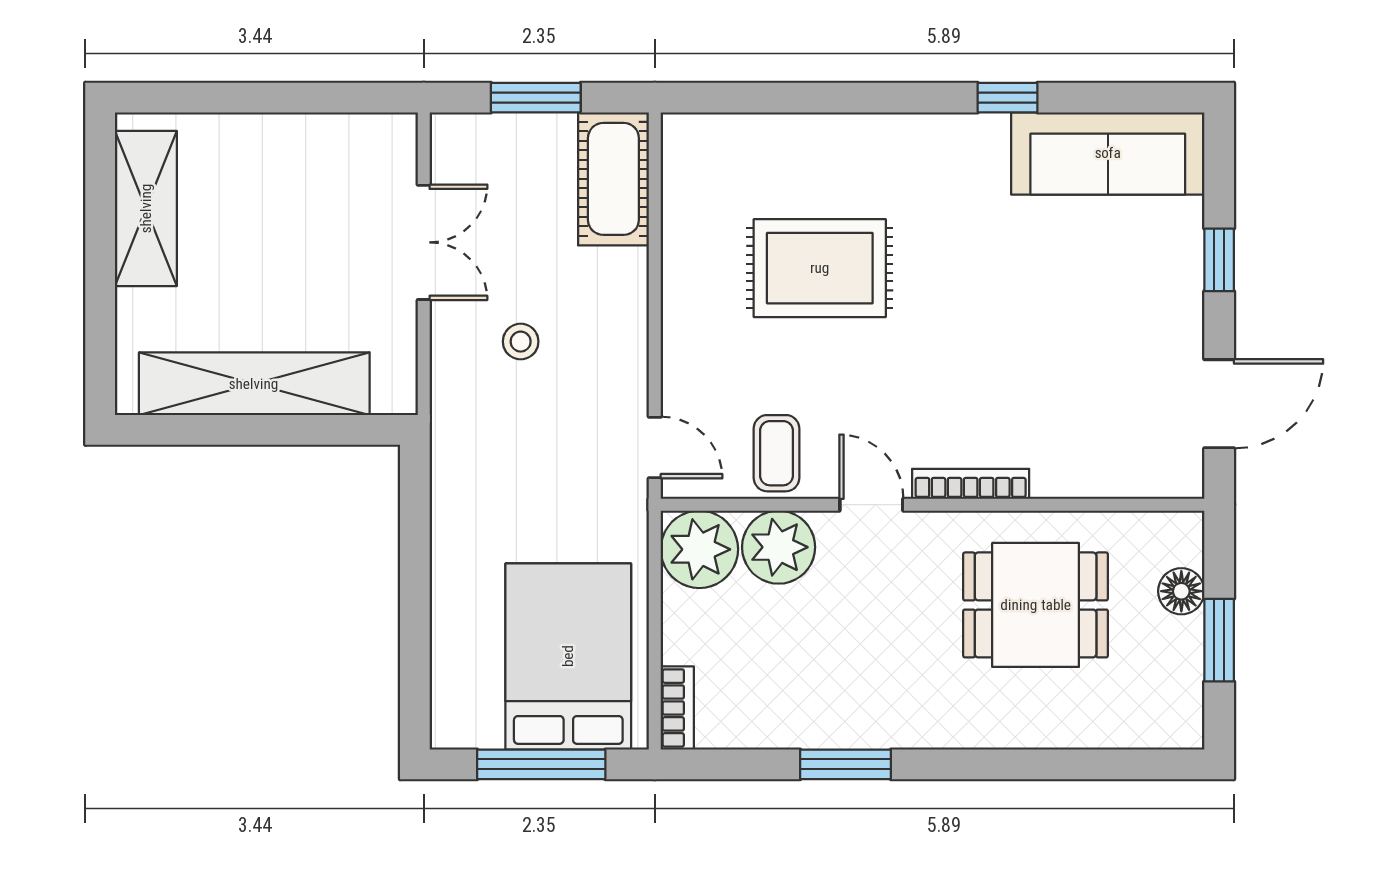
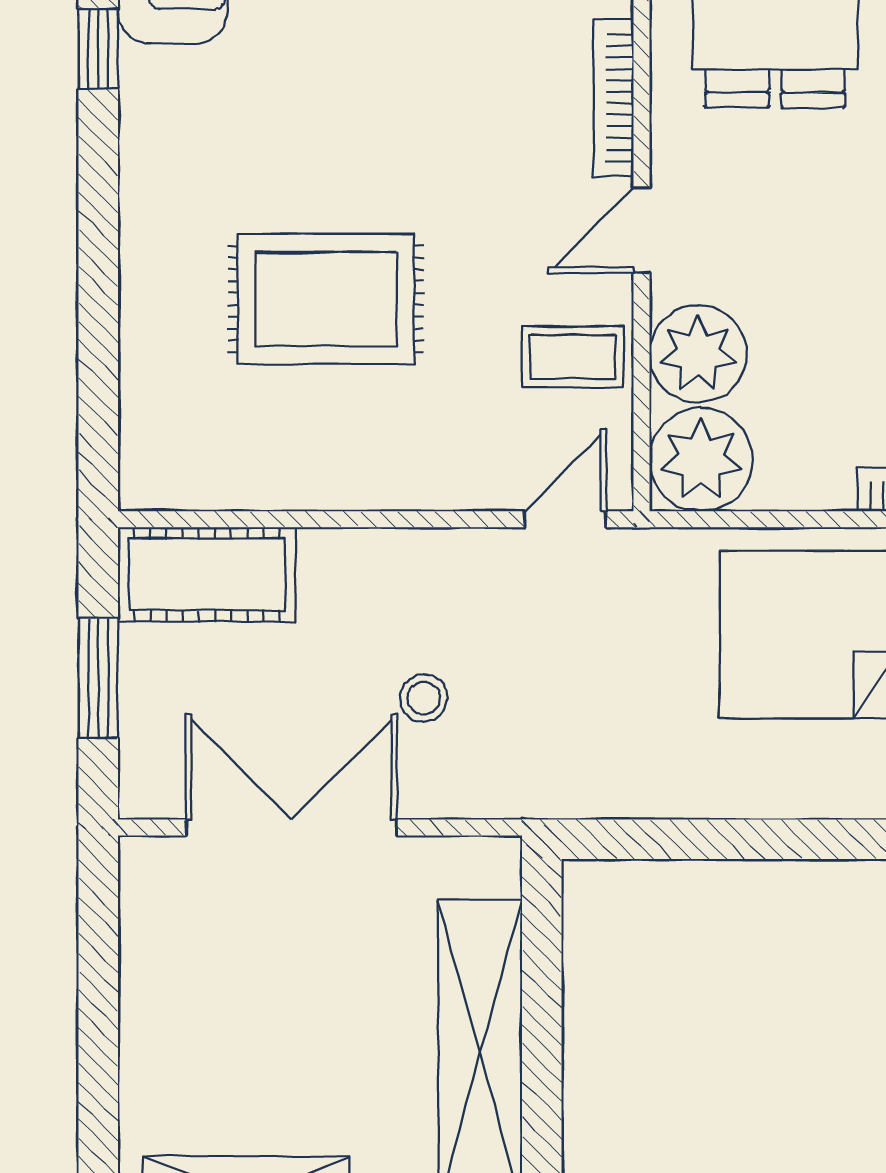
double door: (424, 242) -> (291, 828), width x1.37
rug: (820, 268) -> (326, 299), turned 90

